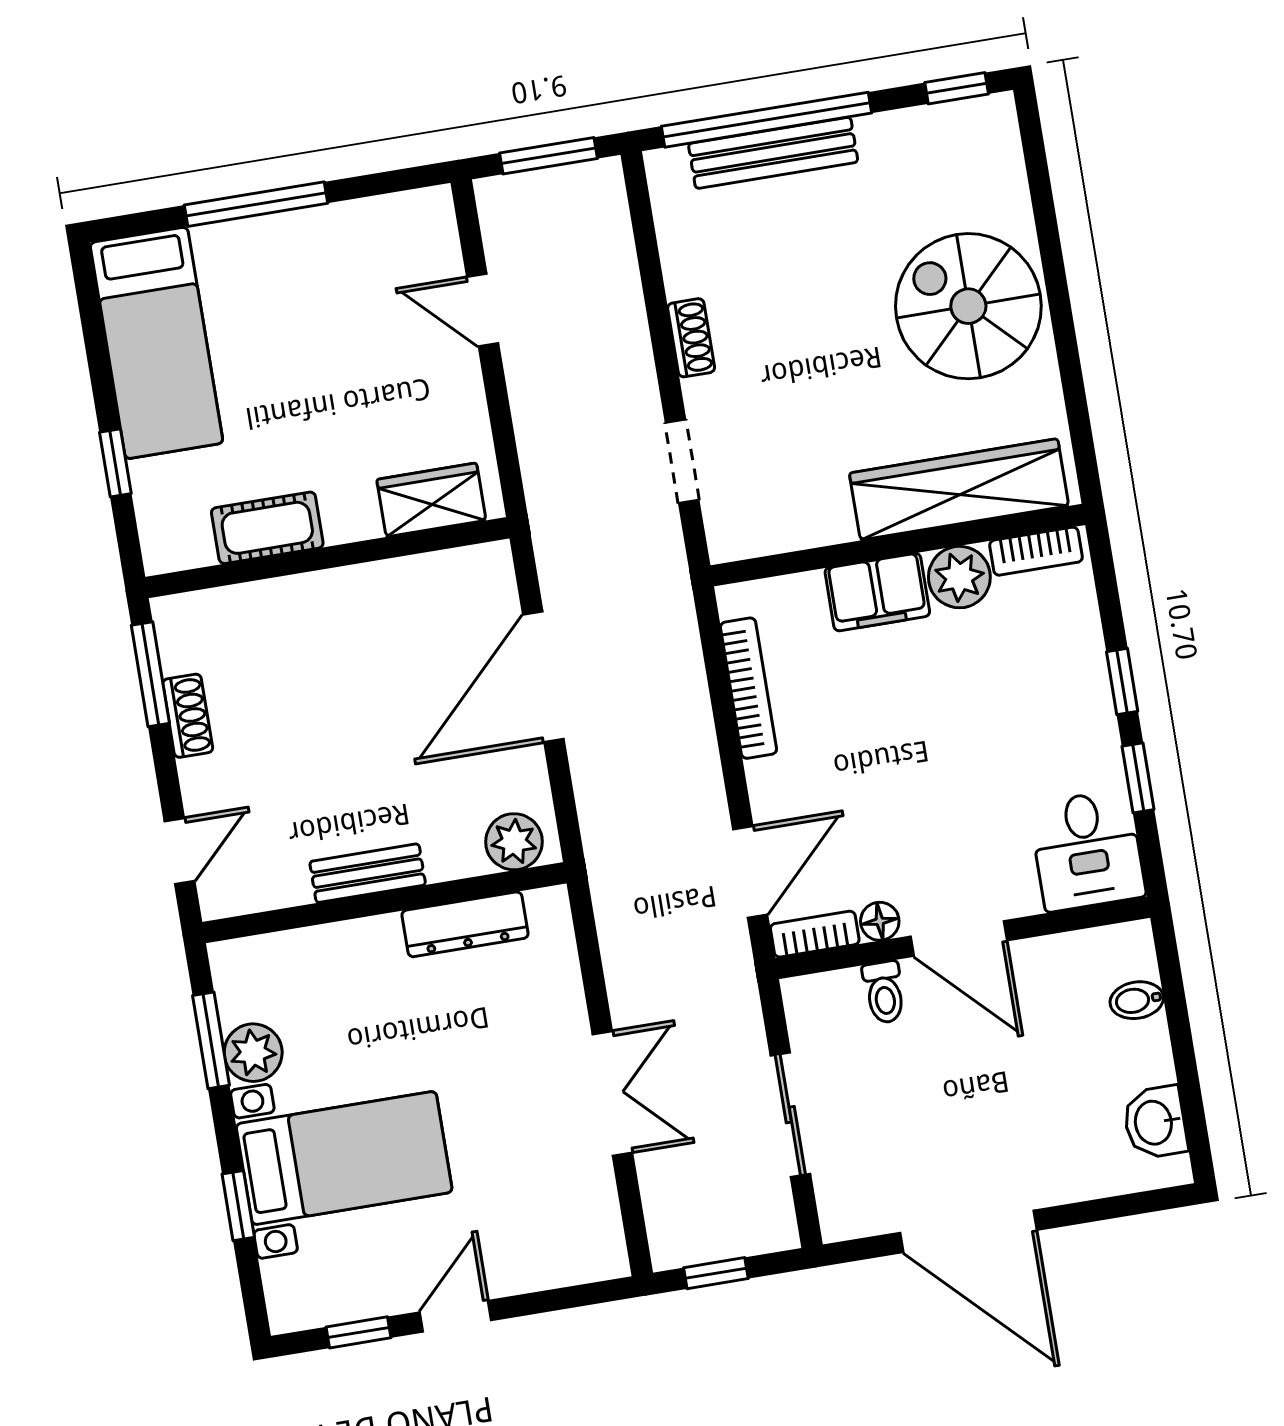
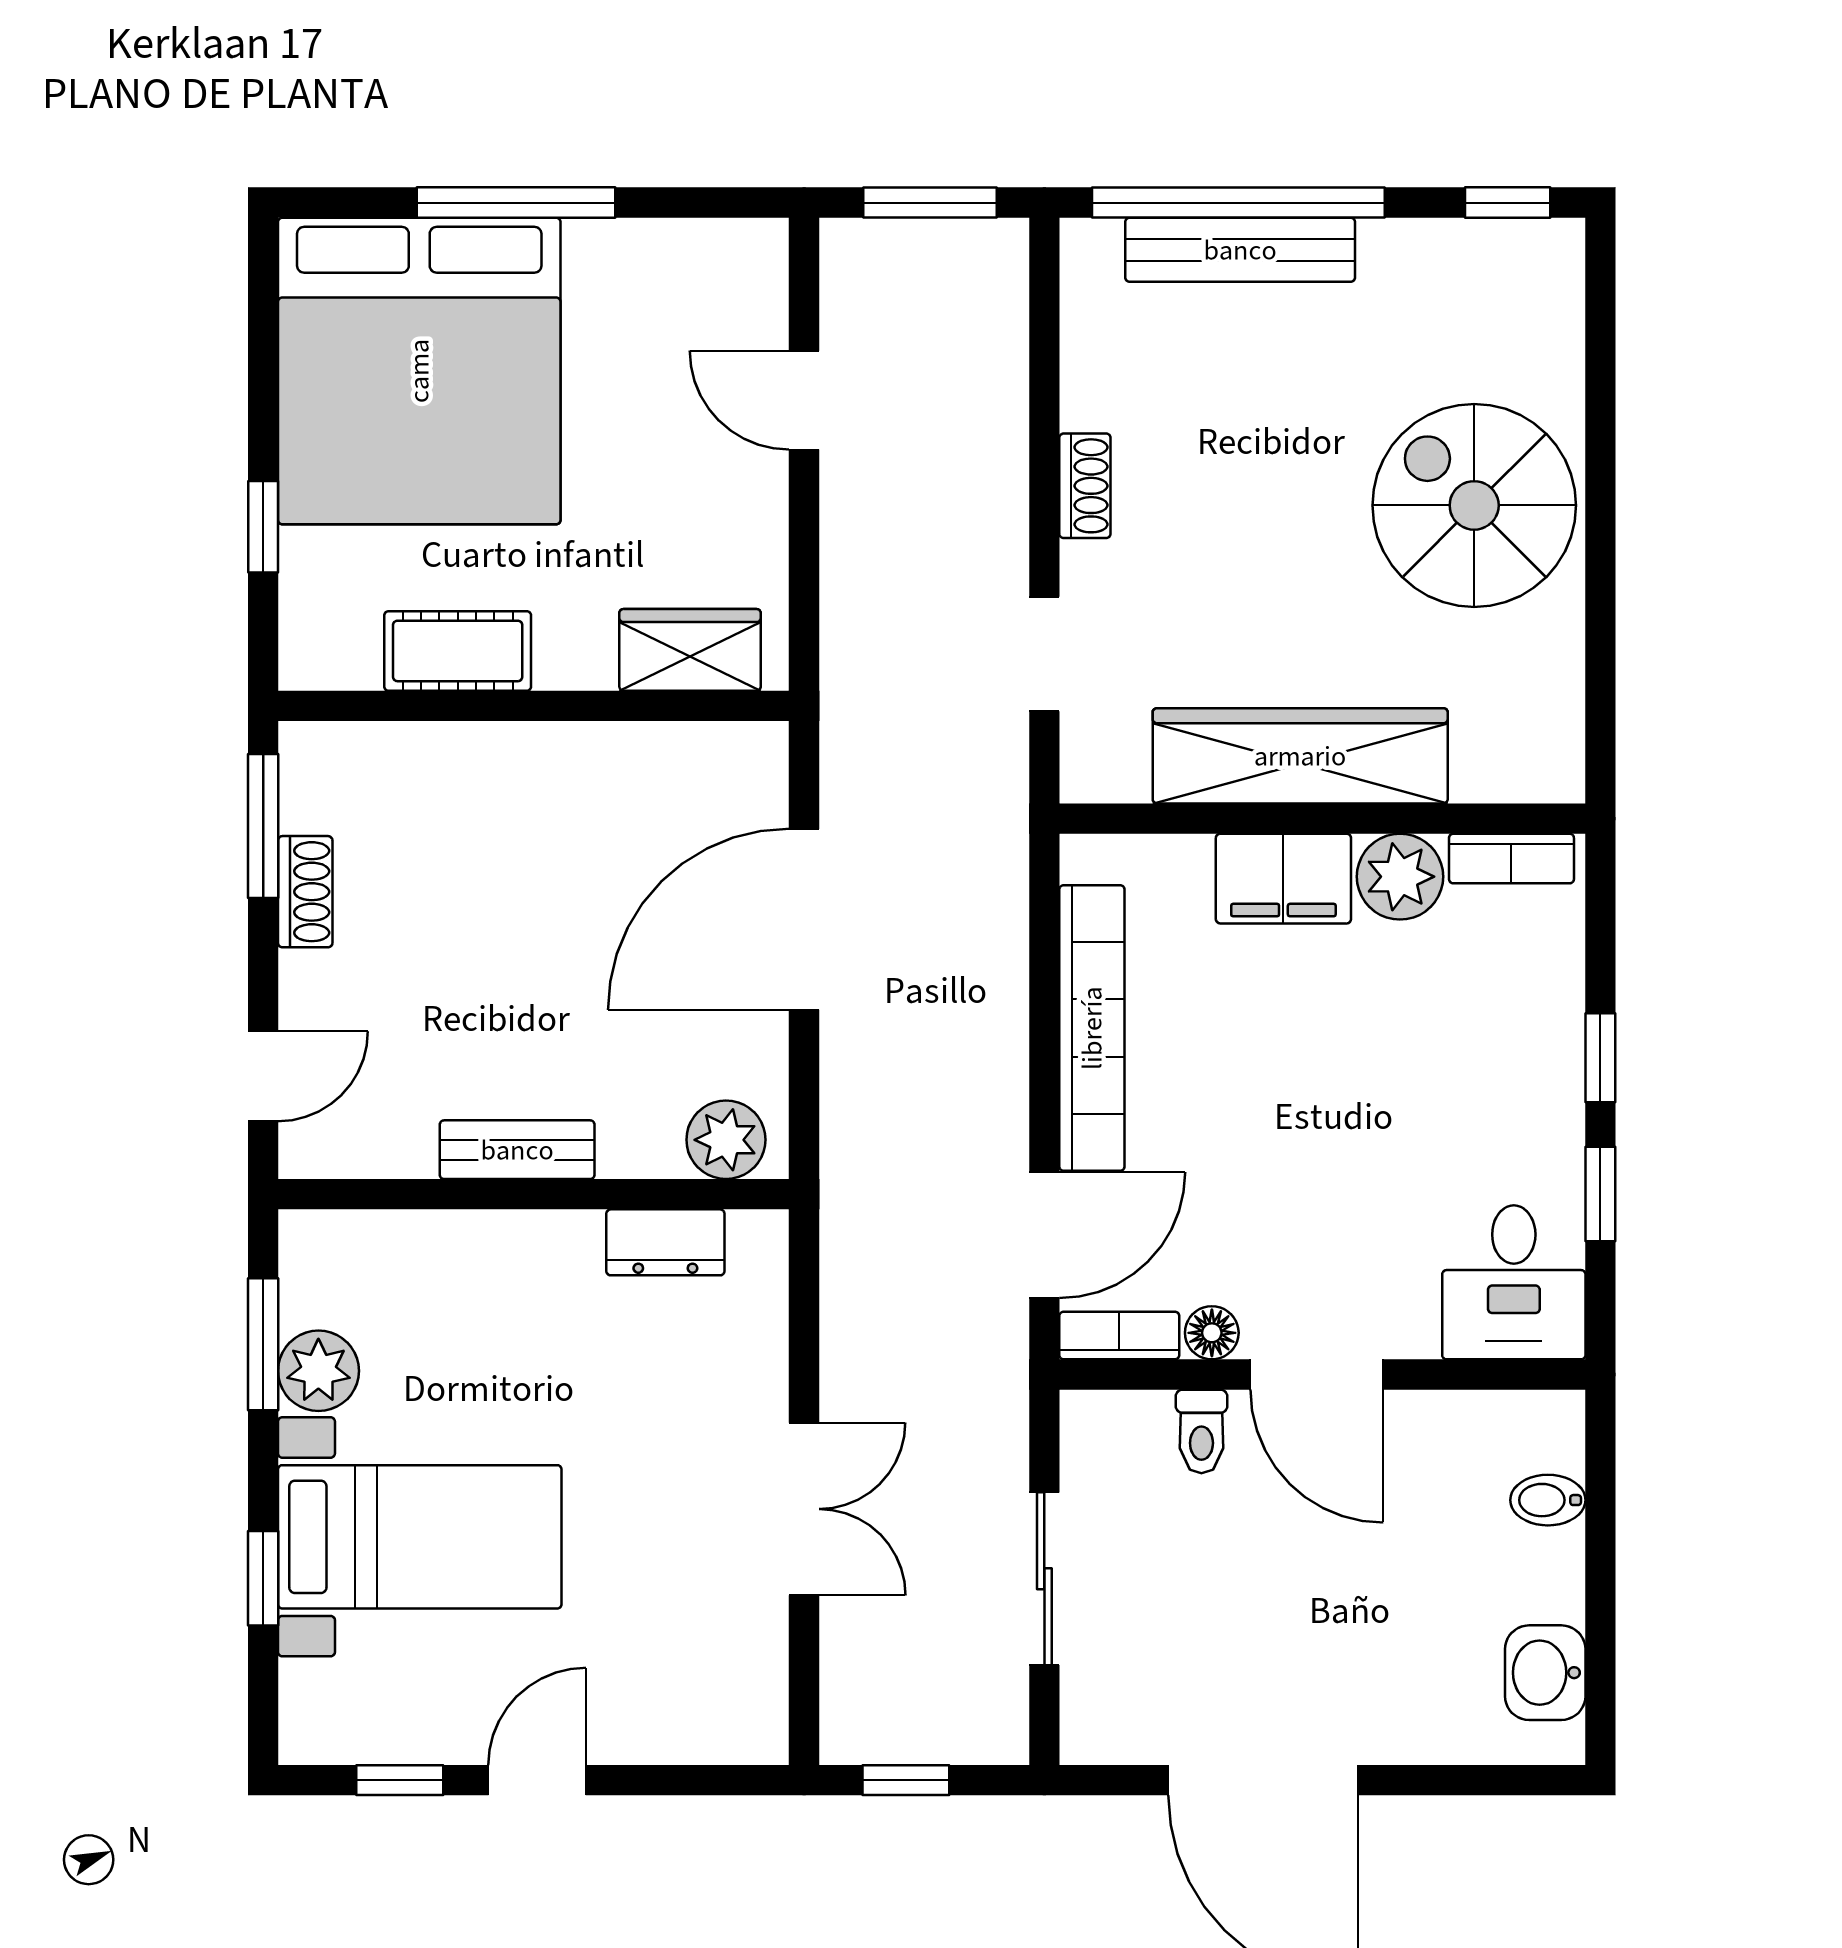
bed: (156, 343) -> (419, 371), width x2.04
wardrobe: (959, 489) -> (1300, 756), moved
bookcase: (749, 688) -> (1092, 1028), width x1.48, depth x1.31
dresser: (465, 924) -> (665, 1242), width x0.70

